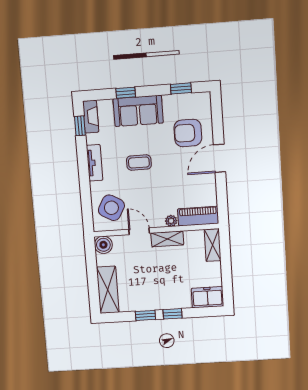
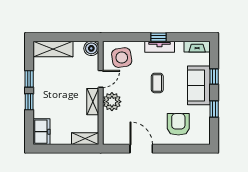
window: (181, 88) -> (214, 109), moved
window: (80, 126) -> (158, 37), moved
door: (220, 158) -> (141, 149), moved
side table: (111, 208) -> (122, 58), turned -38
piano: (198, 216) -> (110, 128), removed
plant: (171, 221) -> (112, 102), width x1.88, depth x1.88

